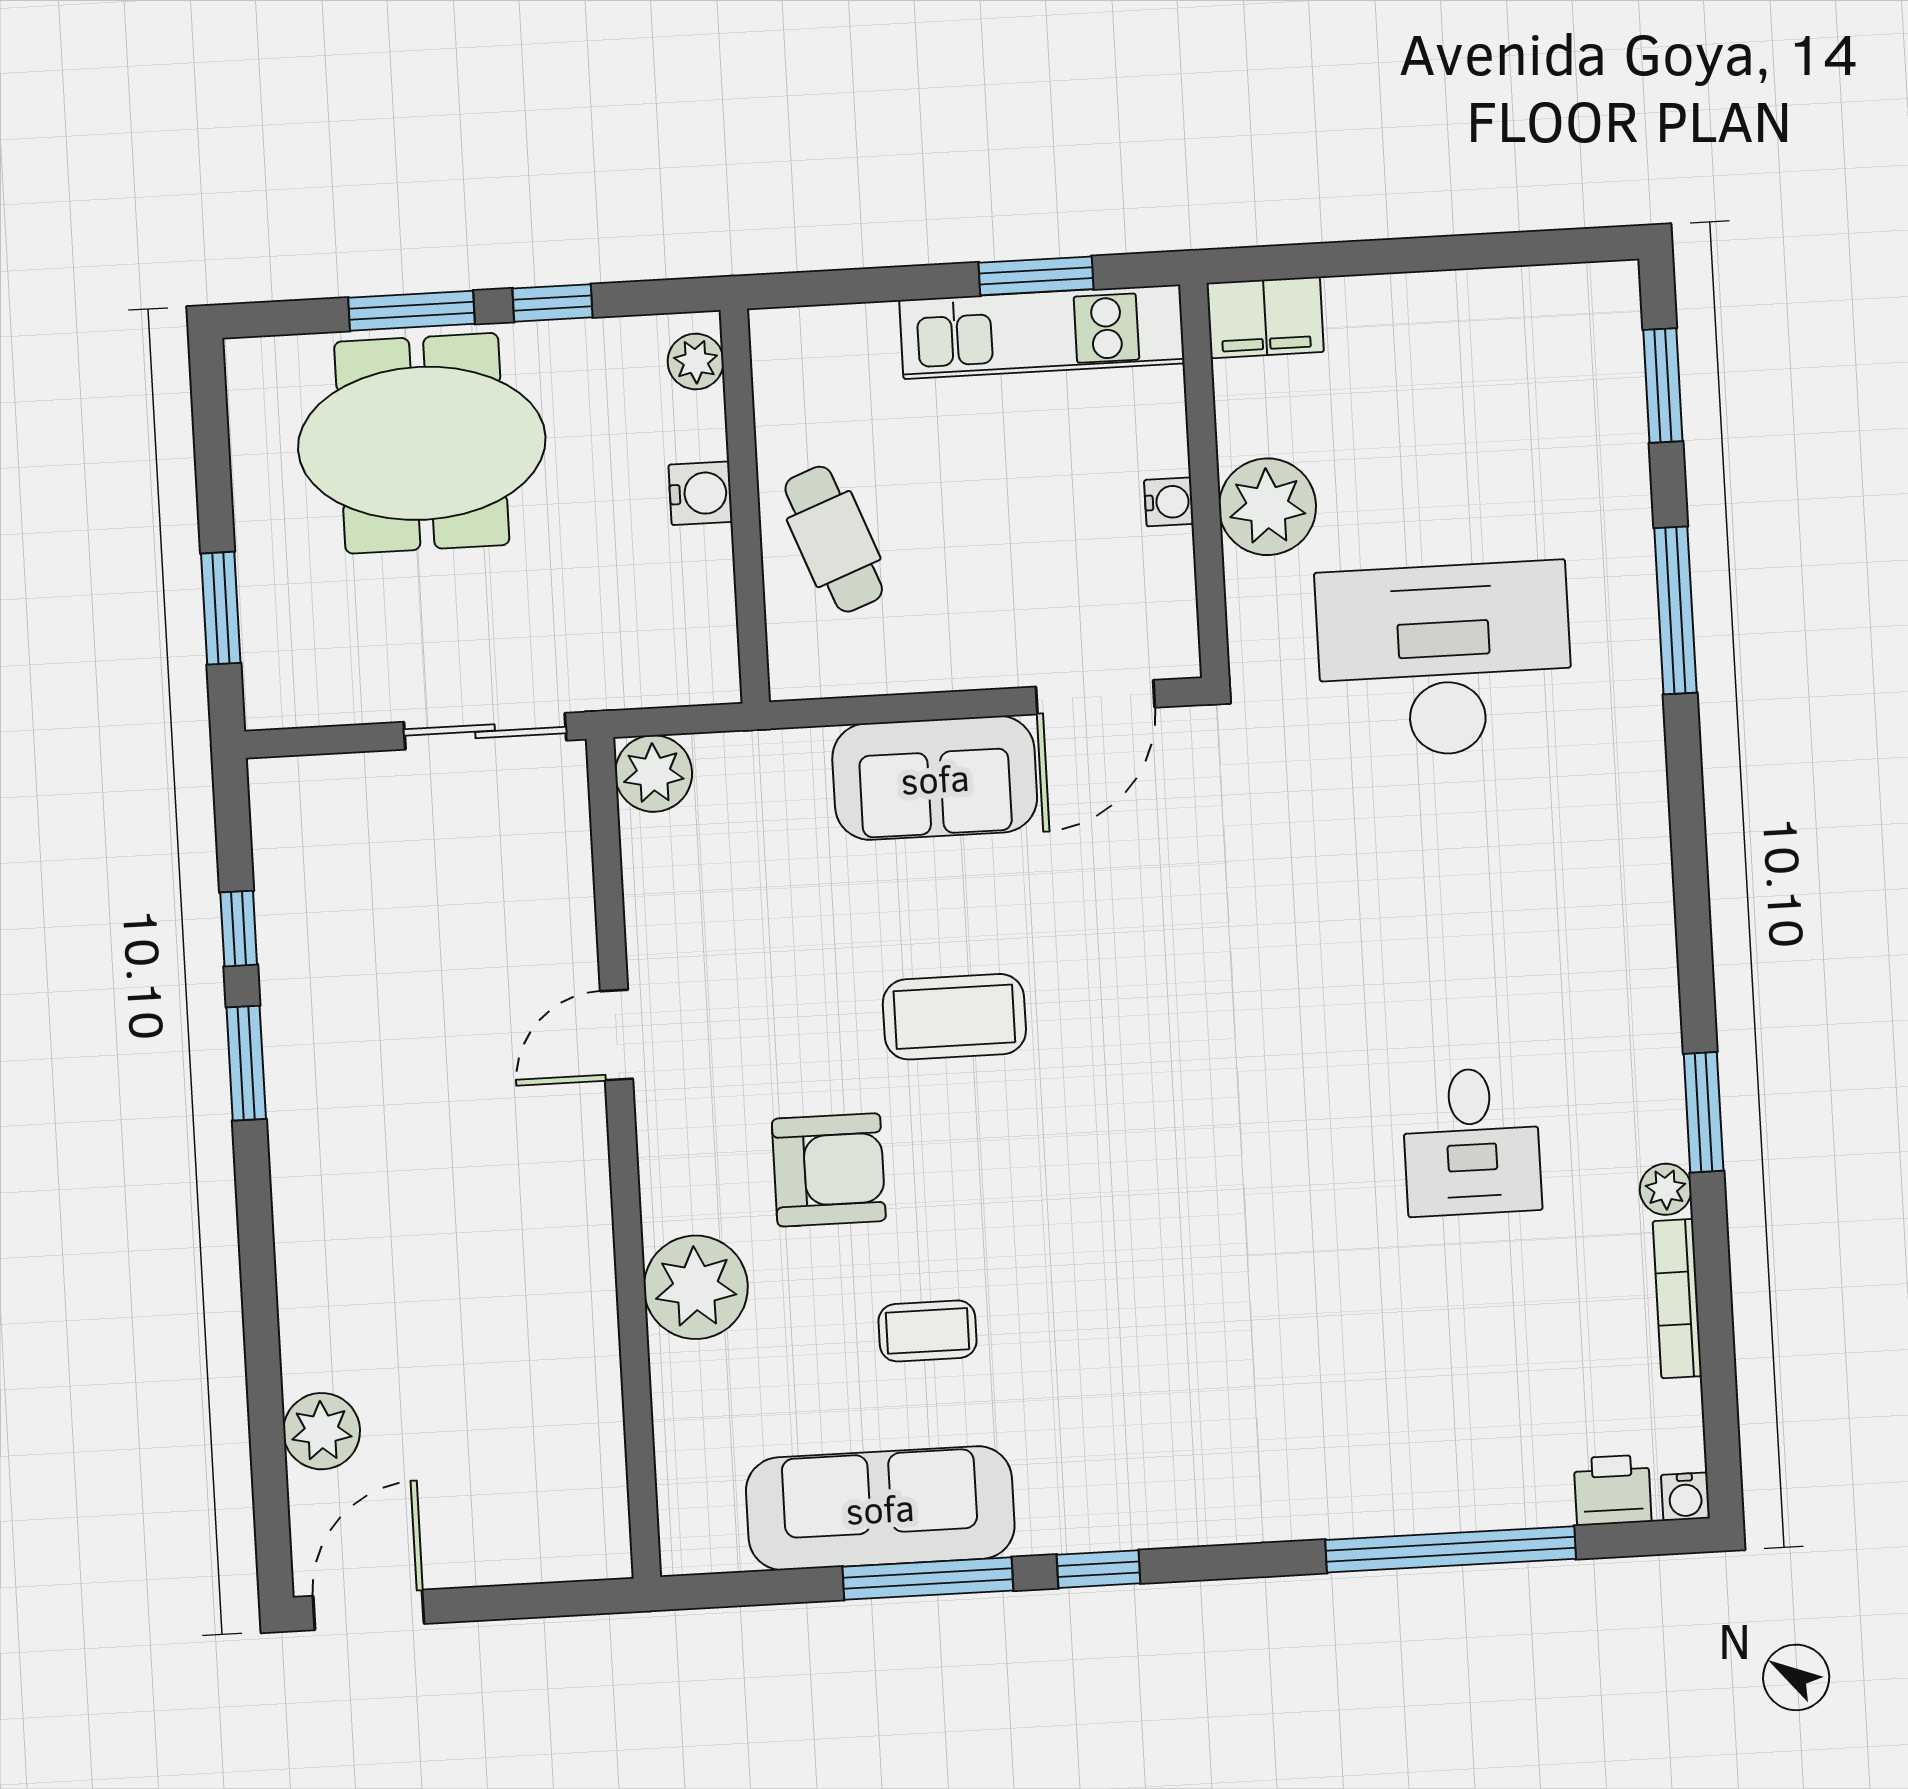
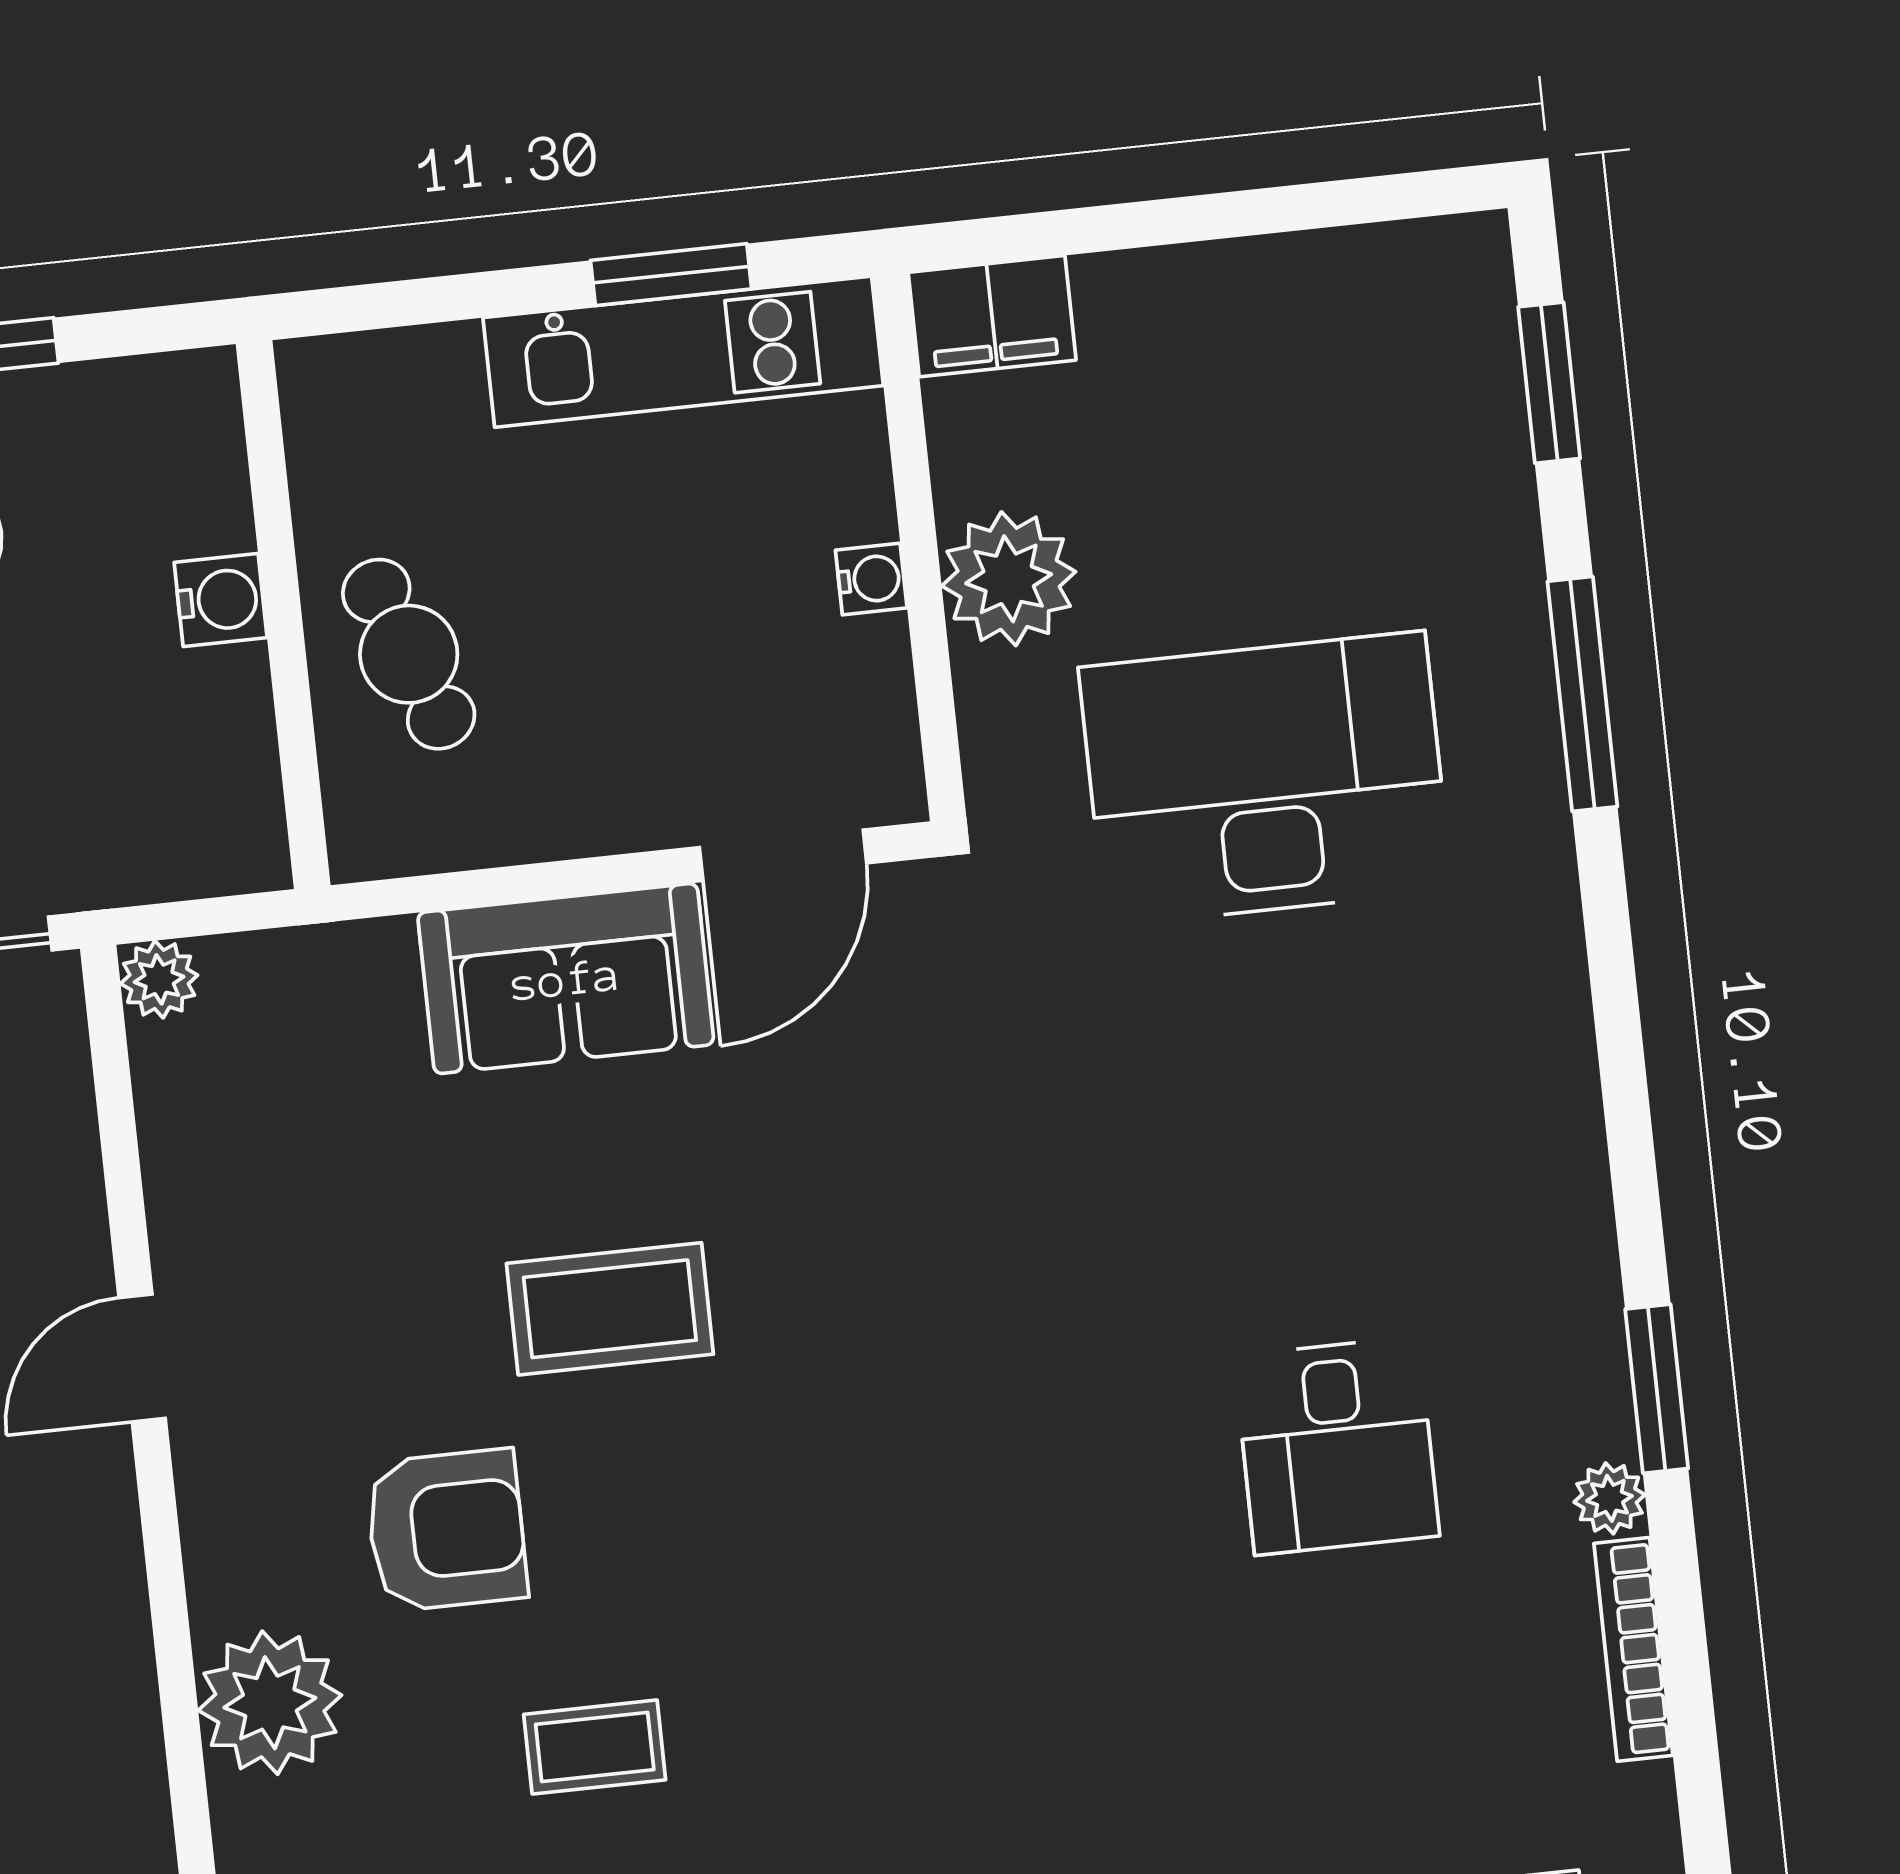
plant: (696, 362) -> (205, 417), removed
plant: (654, 774) -> (159, 979), width x0.73, depth x0.73

